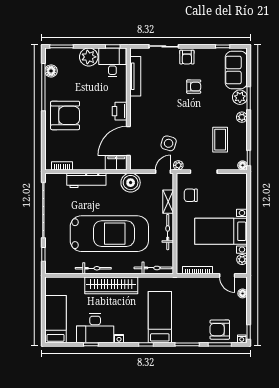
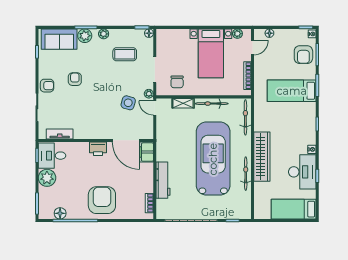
tv unit: (135, 76) -> (60, 134), width x0.71
boiler: (131, 183) -> (165, 139), removed
bed: (160, 317) -> (292, 91), moved

